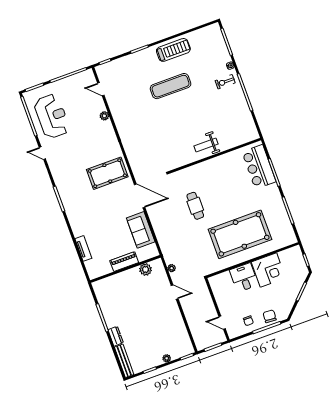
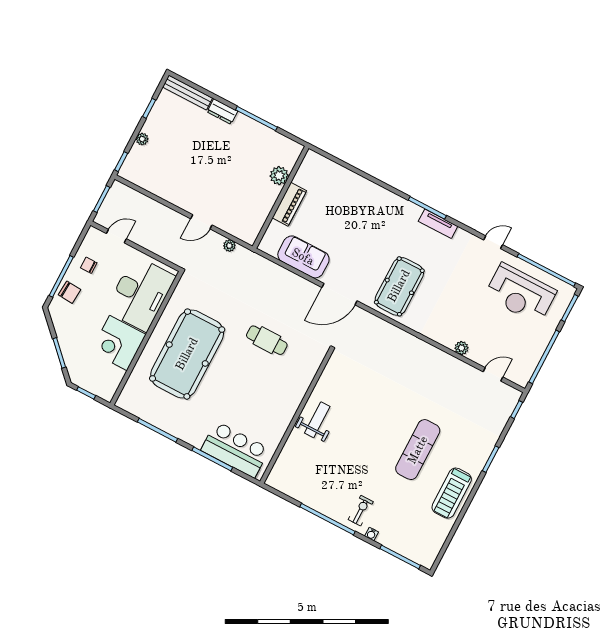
tv unit: (83, 248) -> (438, 224), moved
plant: (146, 269) -> (279, 176), moved
desk: (244, 277) -> (140, 294), width x1.87, depth x1.30

